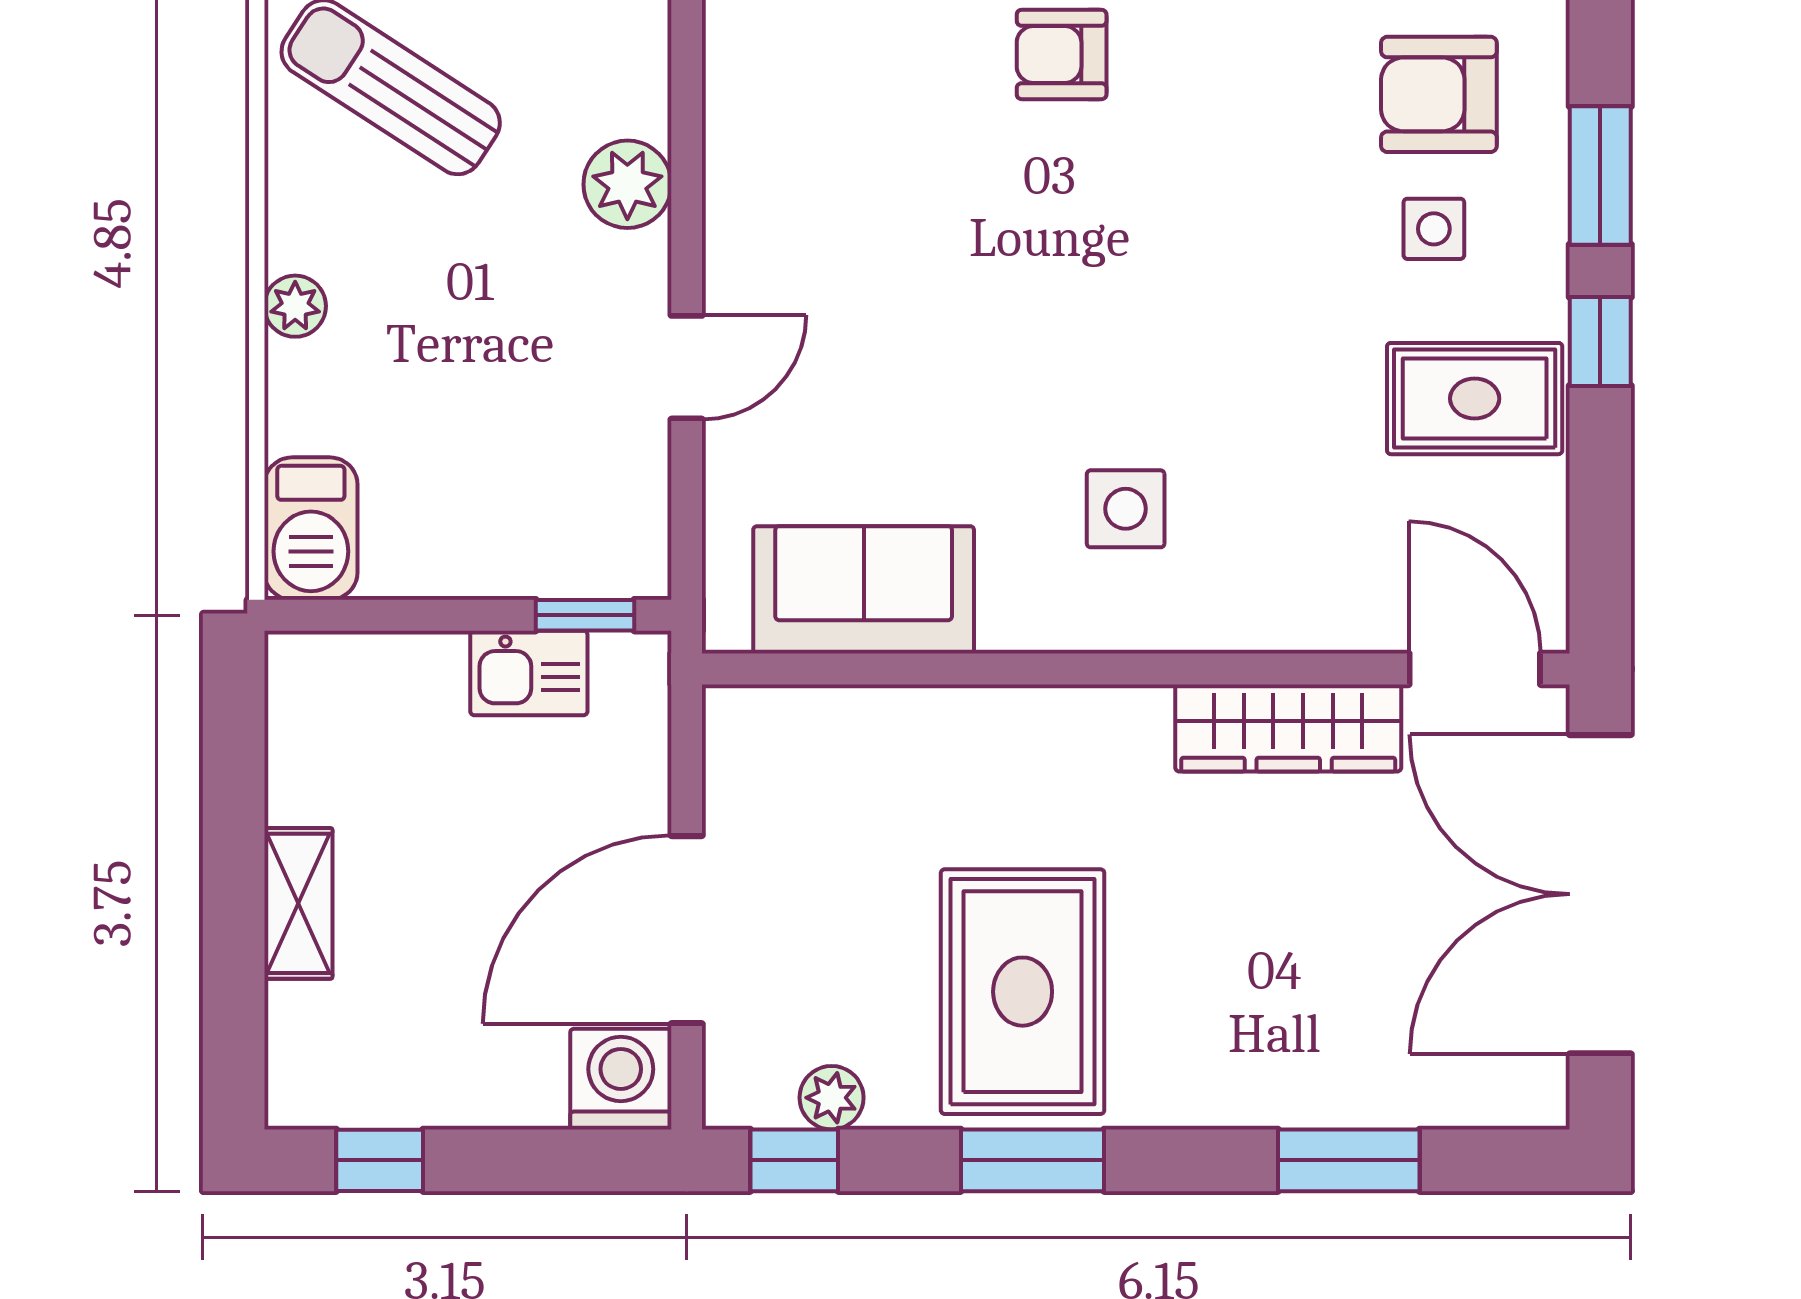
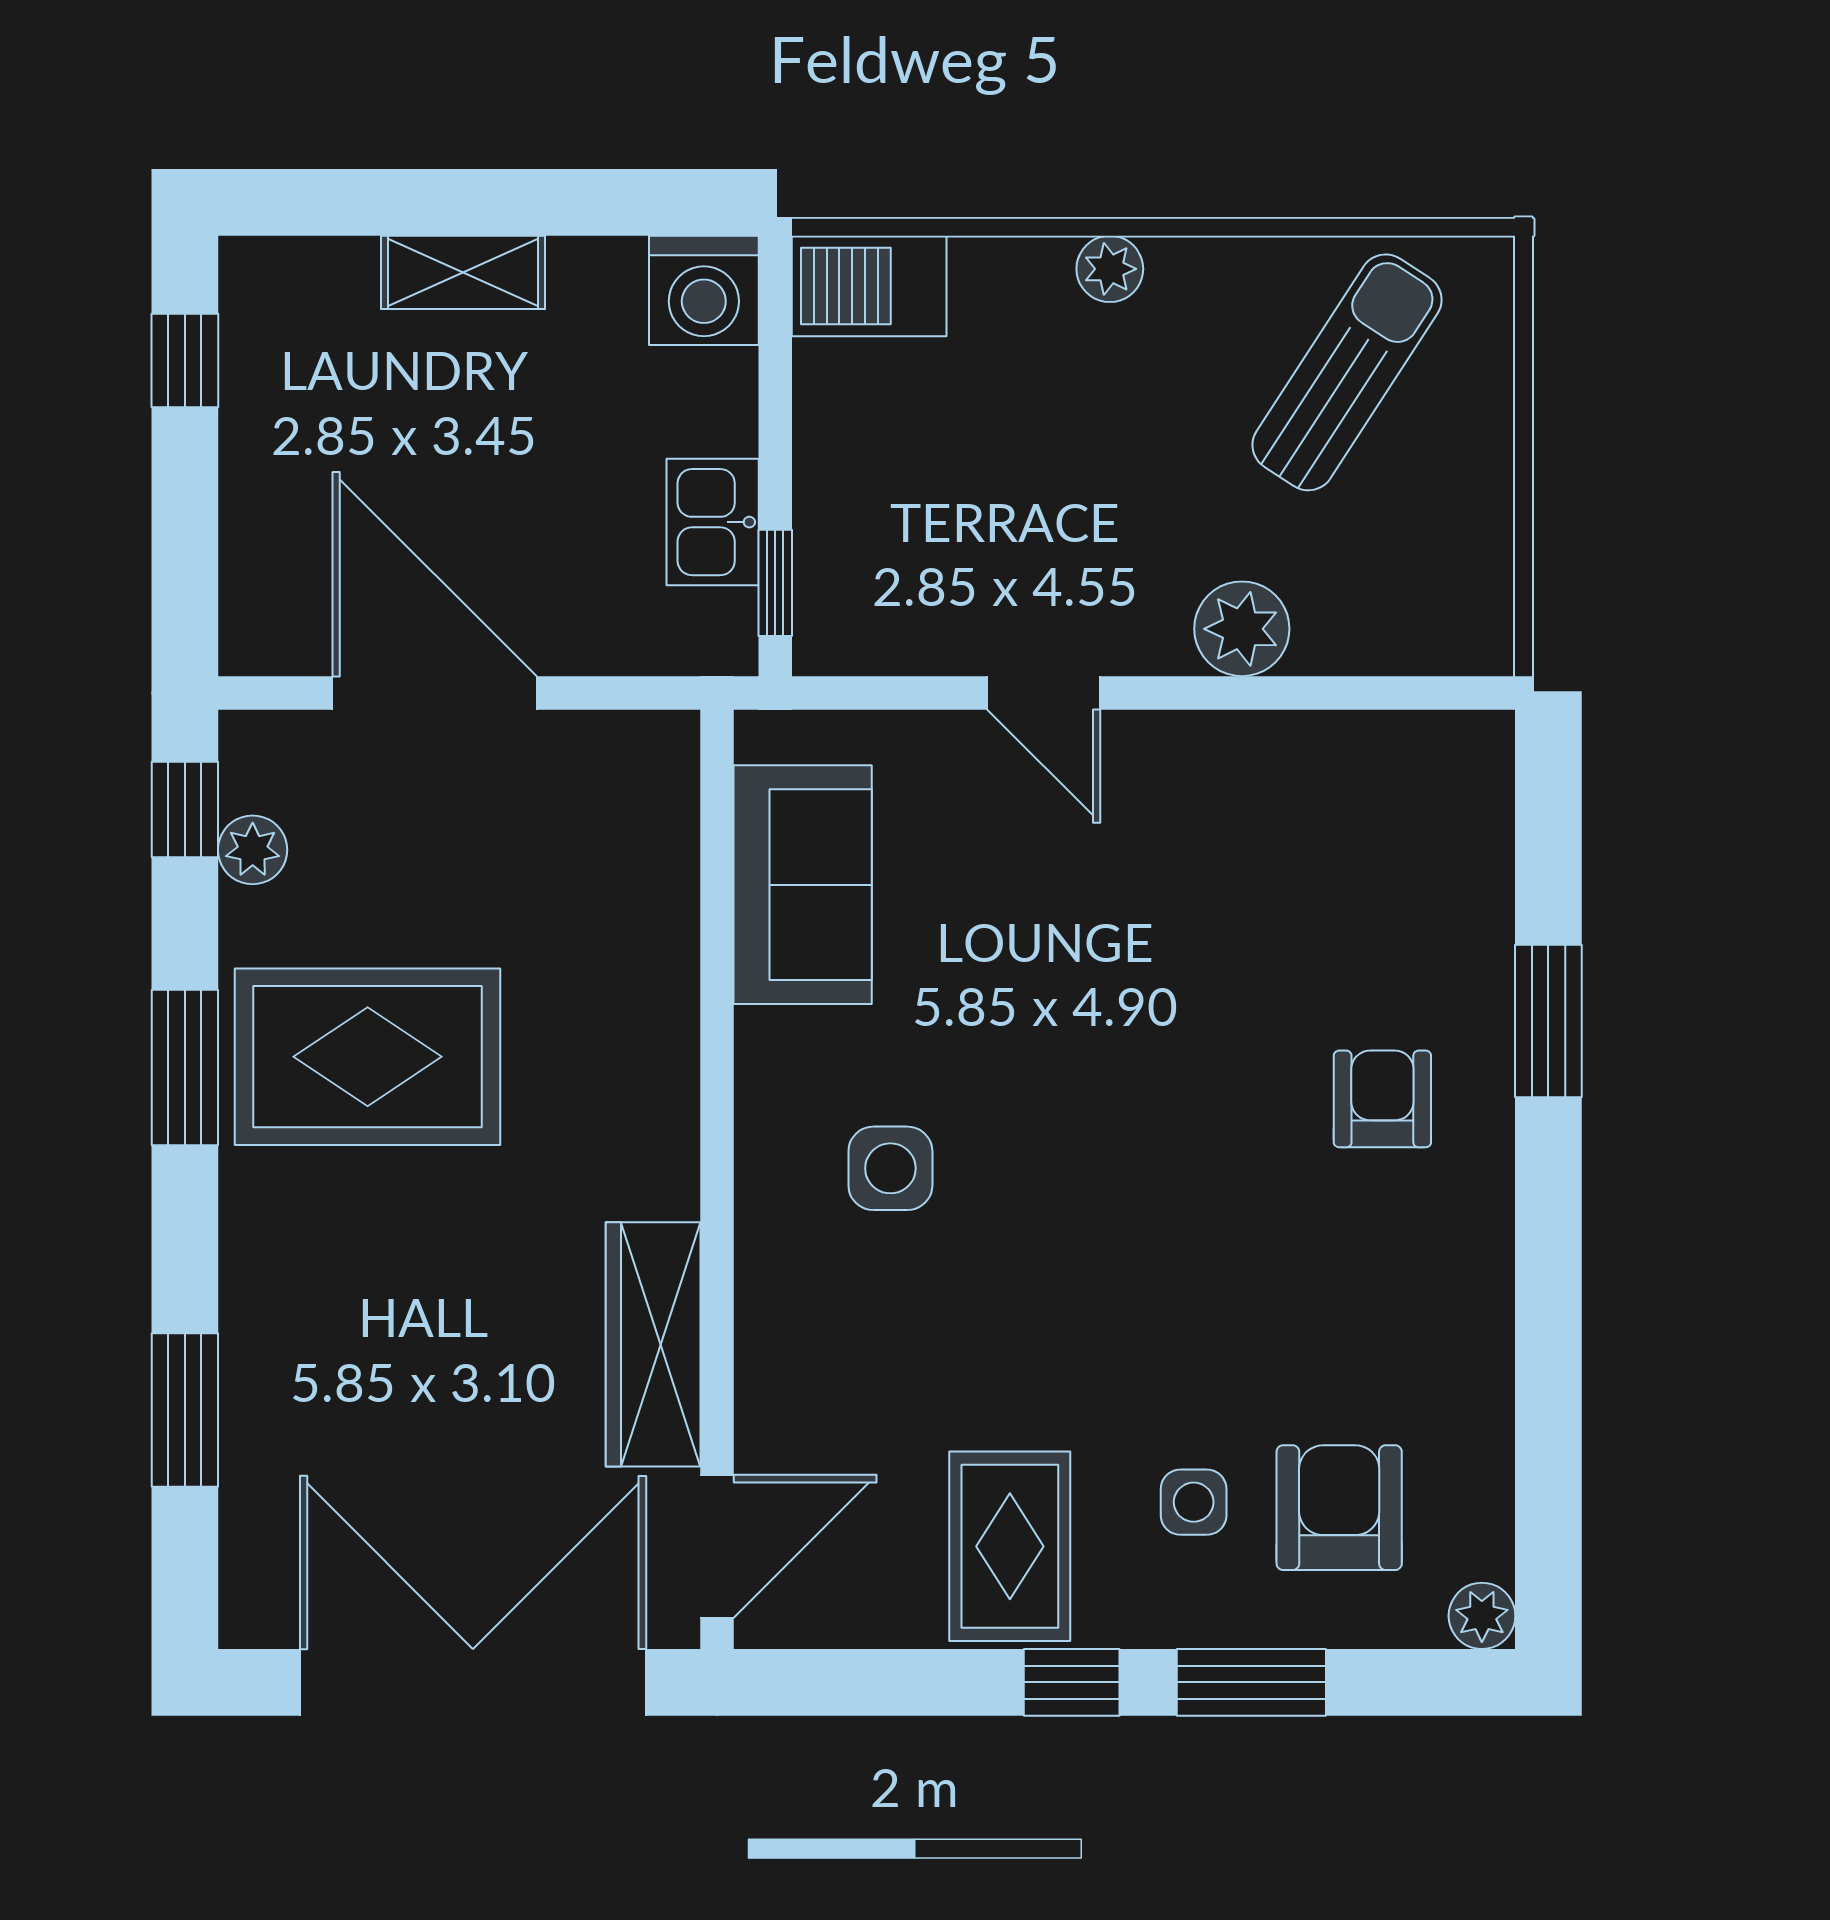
washing machine: (621, 1079) -> (704, 290), moved, turned 90

